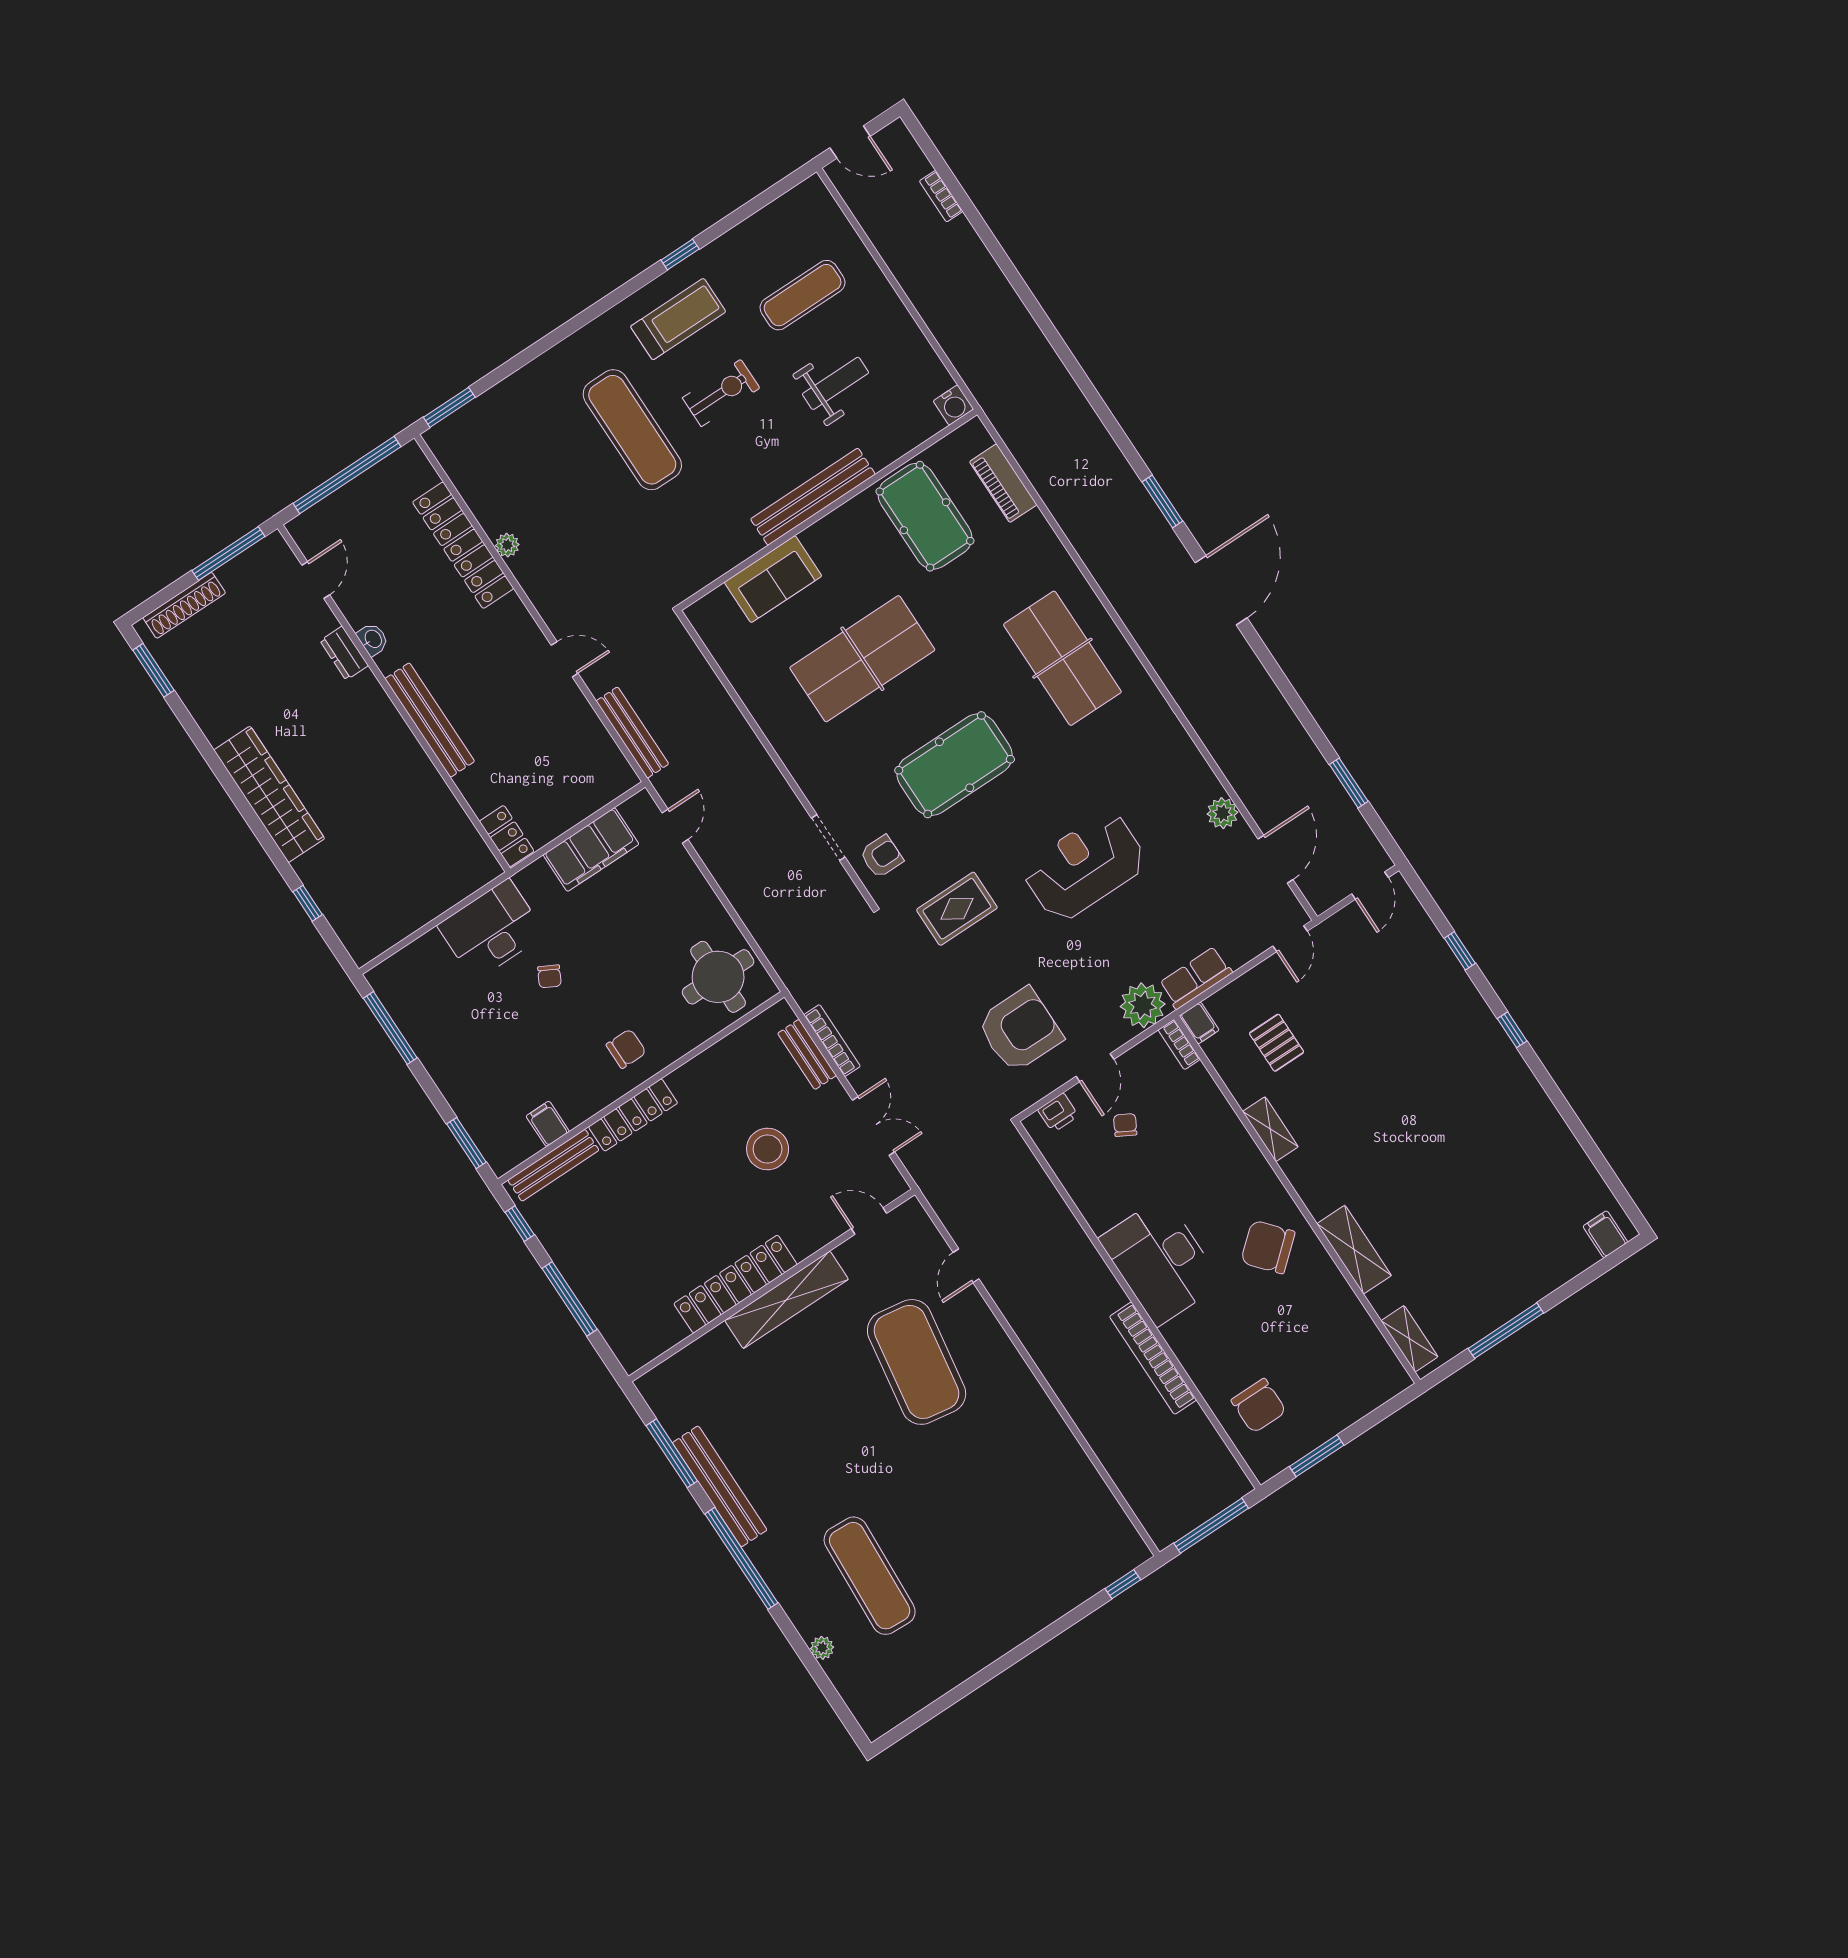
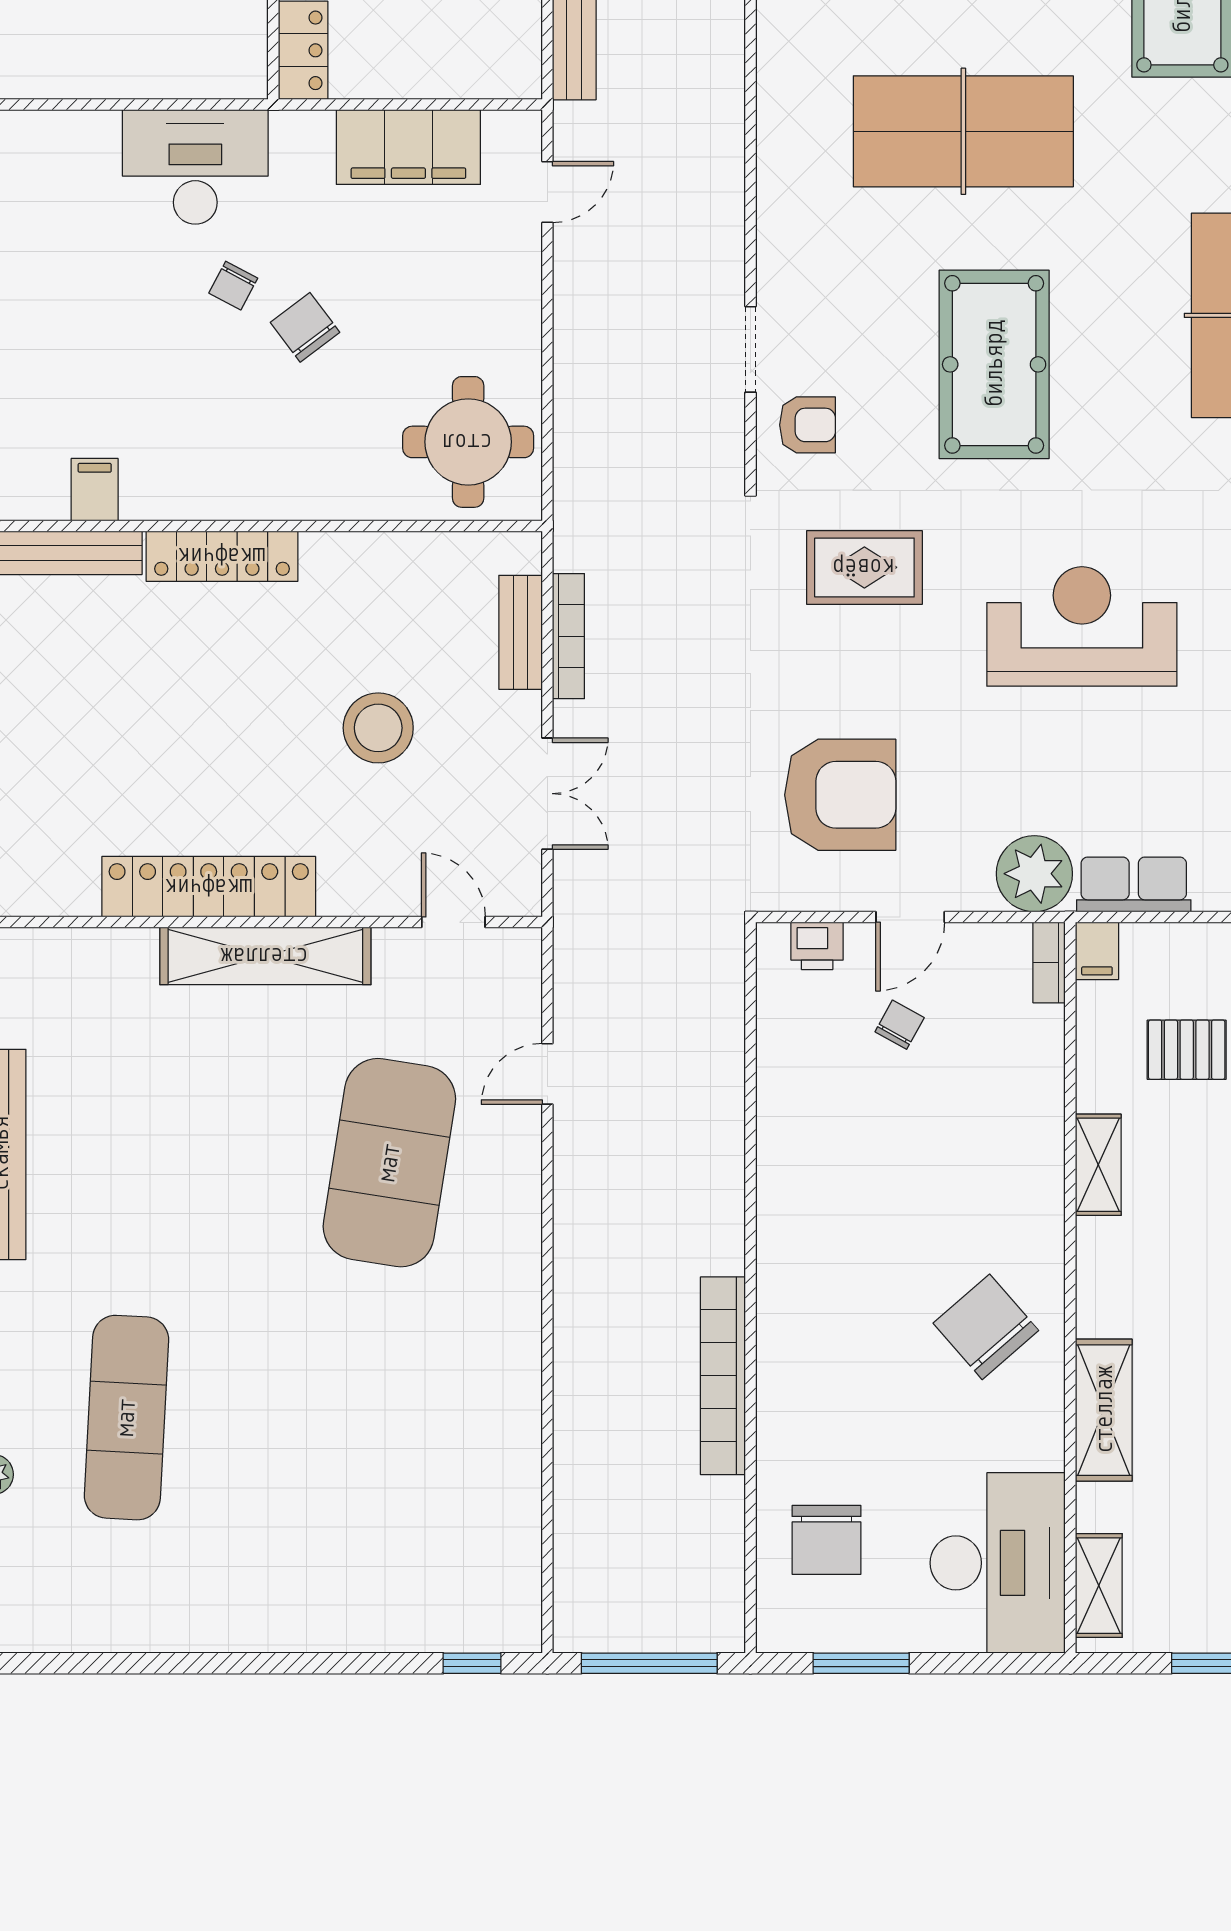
pool table: (955, 765) -> (994, 364), turned 90
pallet: (1277, 1043) -> (1187, 1050), turned 90
chair: (626, 1049) -> (305, 327), moved, turned -127
desk: (1161, 1261) -> (998, 1563), moved, turned 180

